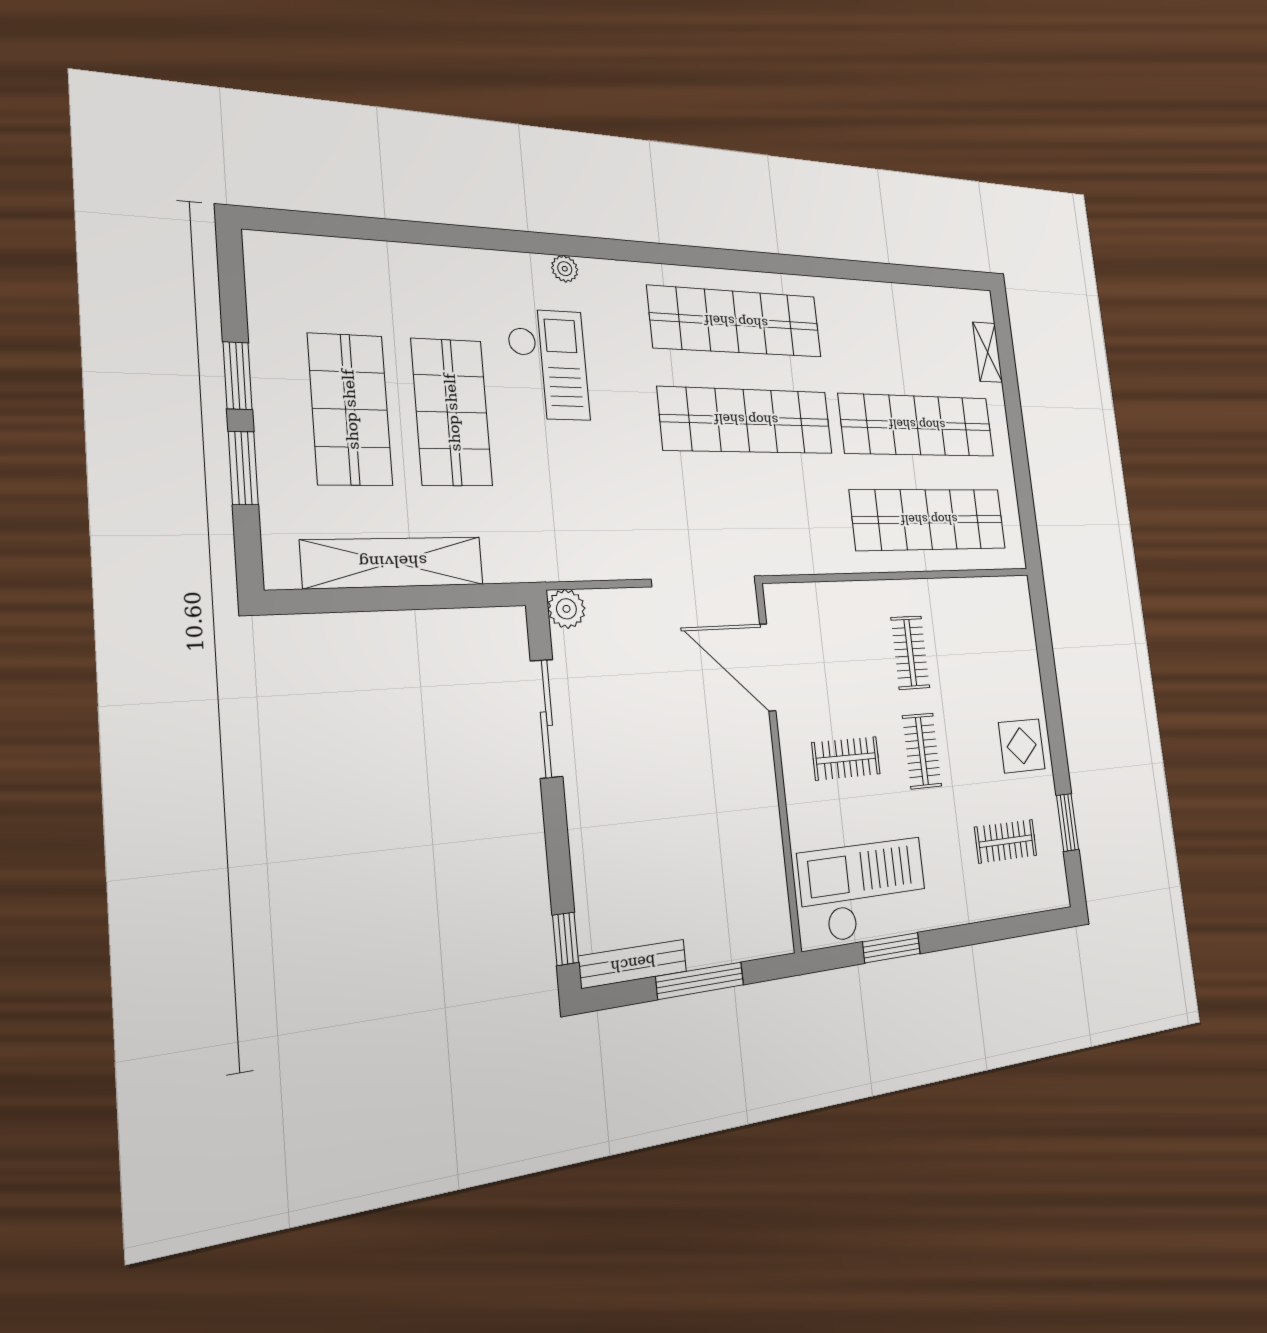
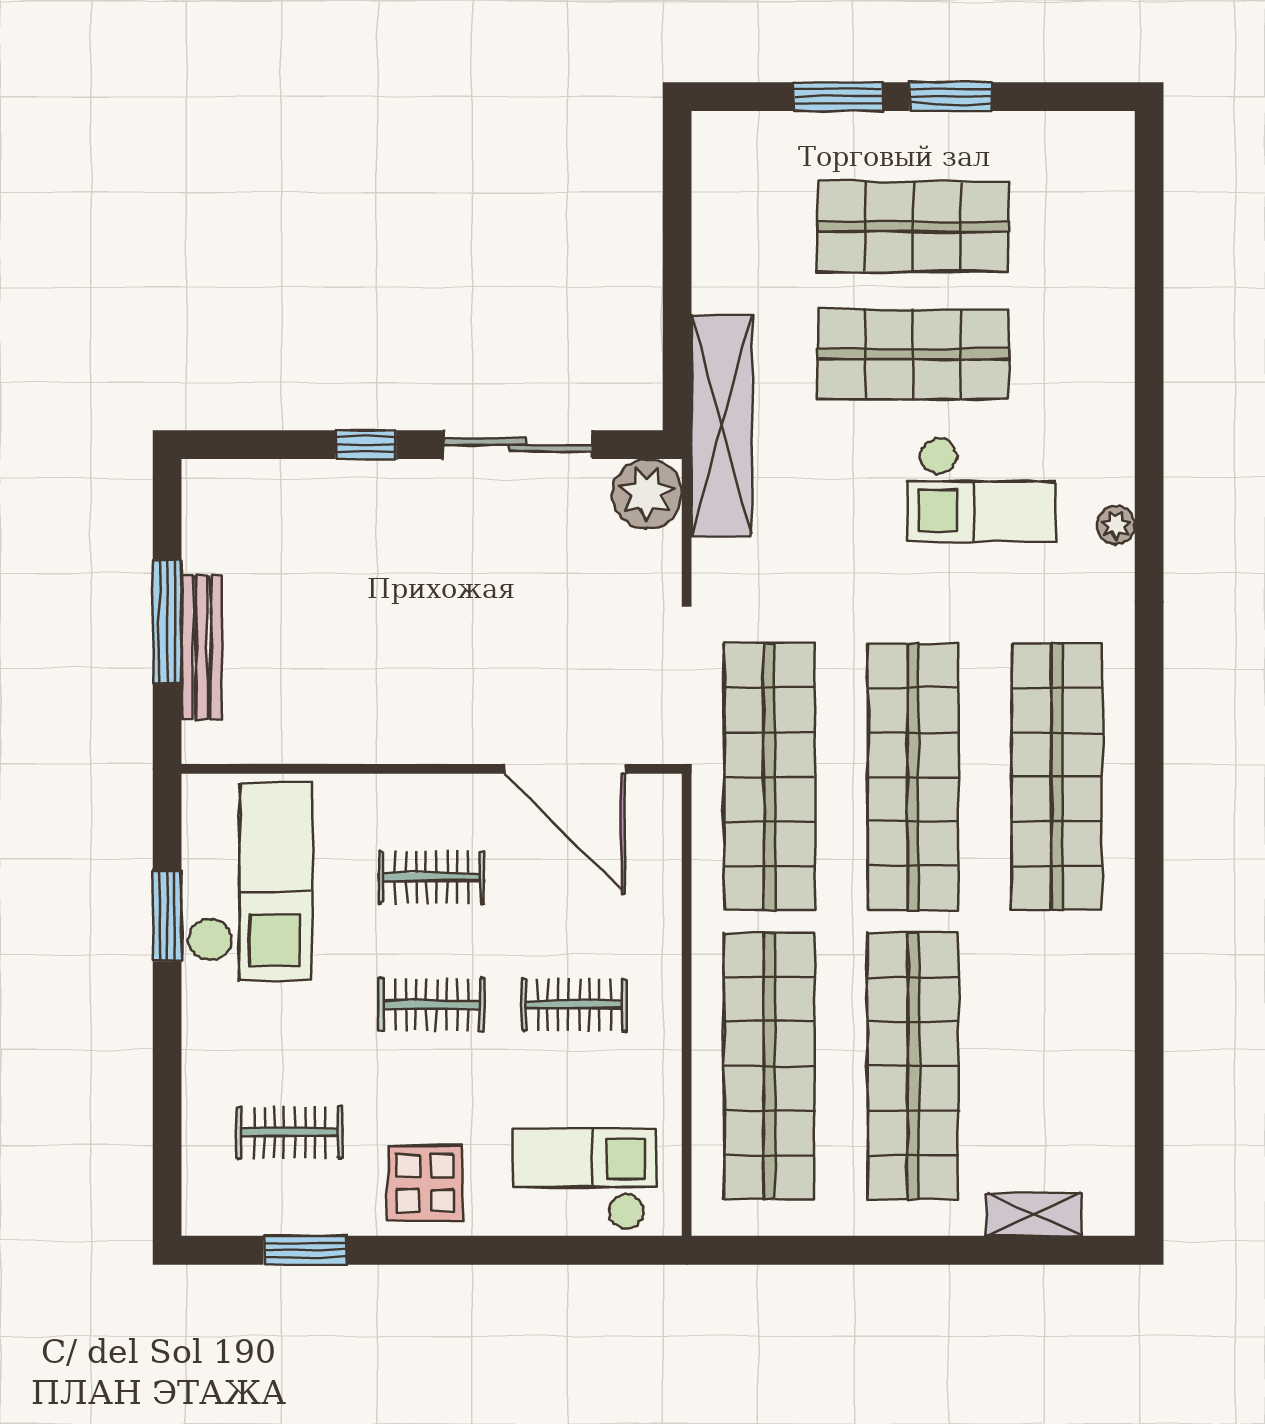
shop shelf: (757, 521) -> (769, 777), added
shelving: (393, 562) -> (722, 425), moved
plant: (566, 609) -> (647, 494), width x1.36, depth x1.36
checkout: (1006, 640) -> (585, 1179), added
door: (768, 667) -> (565, 769), swing flipped
clothes rail: (846, 758) -> (432, 877), turned 90
clothes rail: (1006, 841) -> (290, 1132), turned 90
window: (566, 939) -> (366, 445), moved
bench: (633, 964) -> (202, 647), moved

